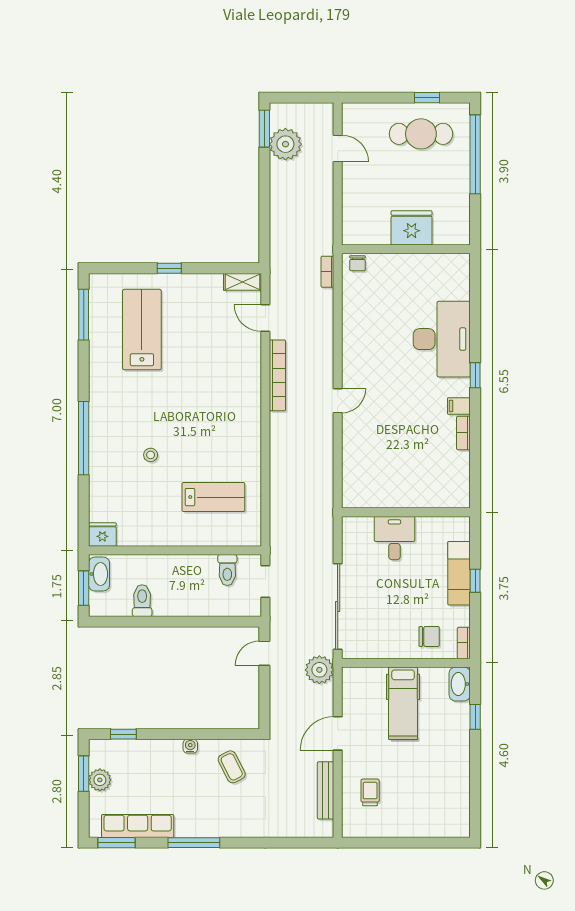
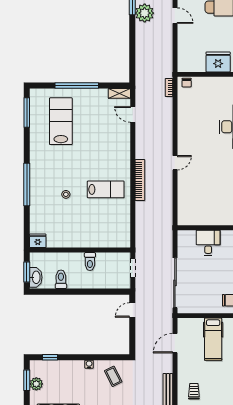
window: (169, 268) -> (77, 85), width x3.17
bookcase: (277, 375) -> (140, 180), moved
lab bench: (213, 497) -> (106, 189), moved
toilet: (227, 570) -> (90, 261), moved
washbasin: (99, 574) -> (36, 277), moved
plant: (319, 670) -> (164, 320), removed
door: (338, 733) -> (175, 343), moved

